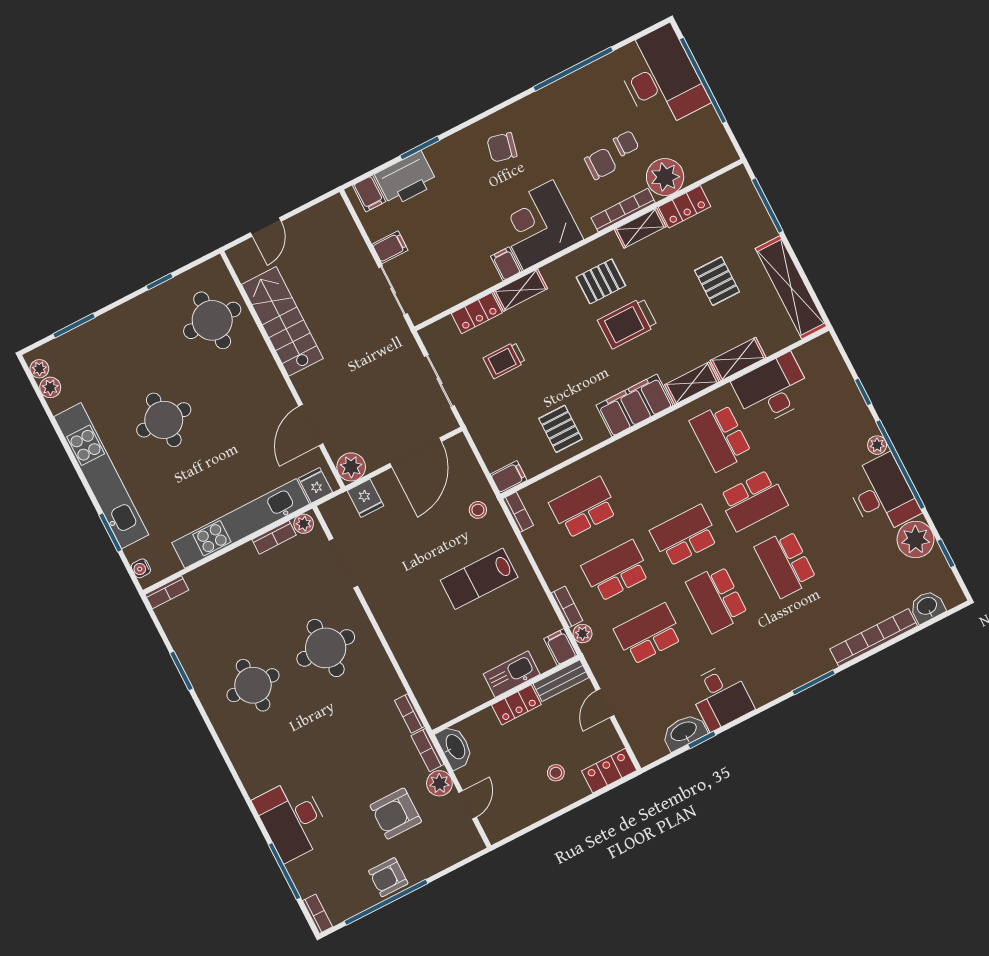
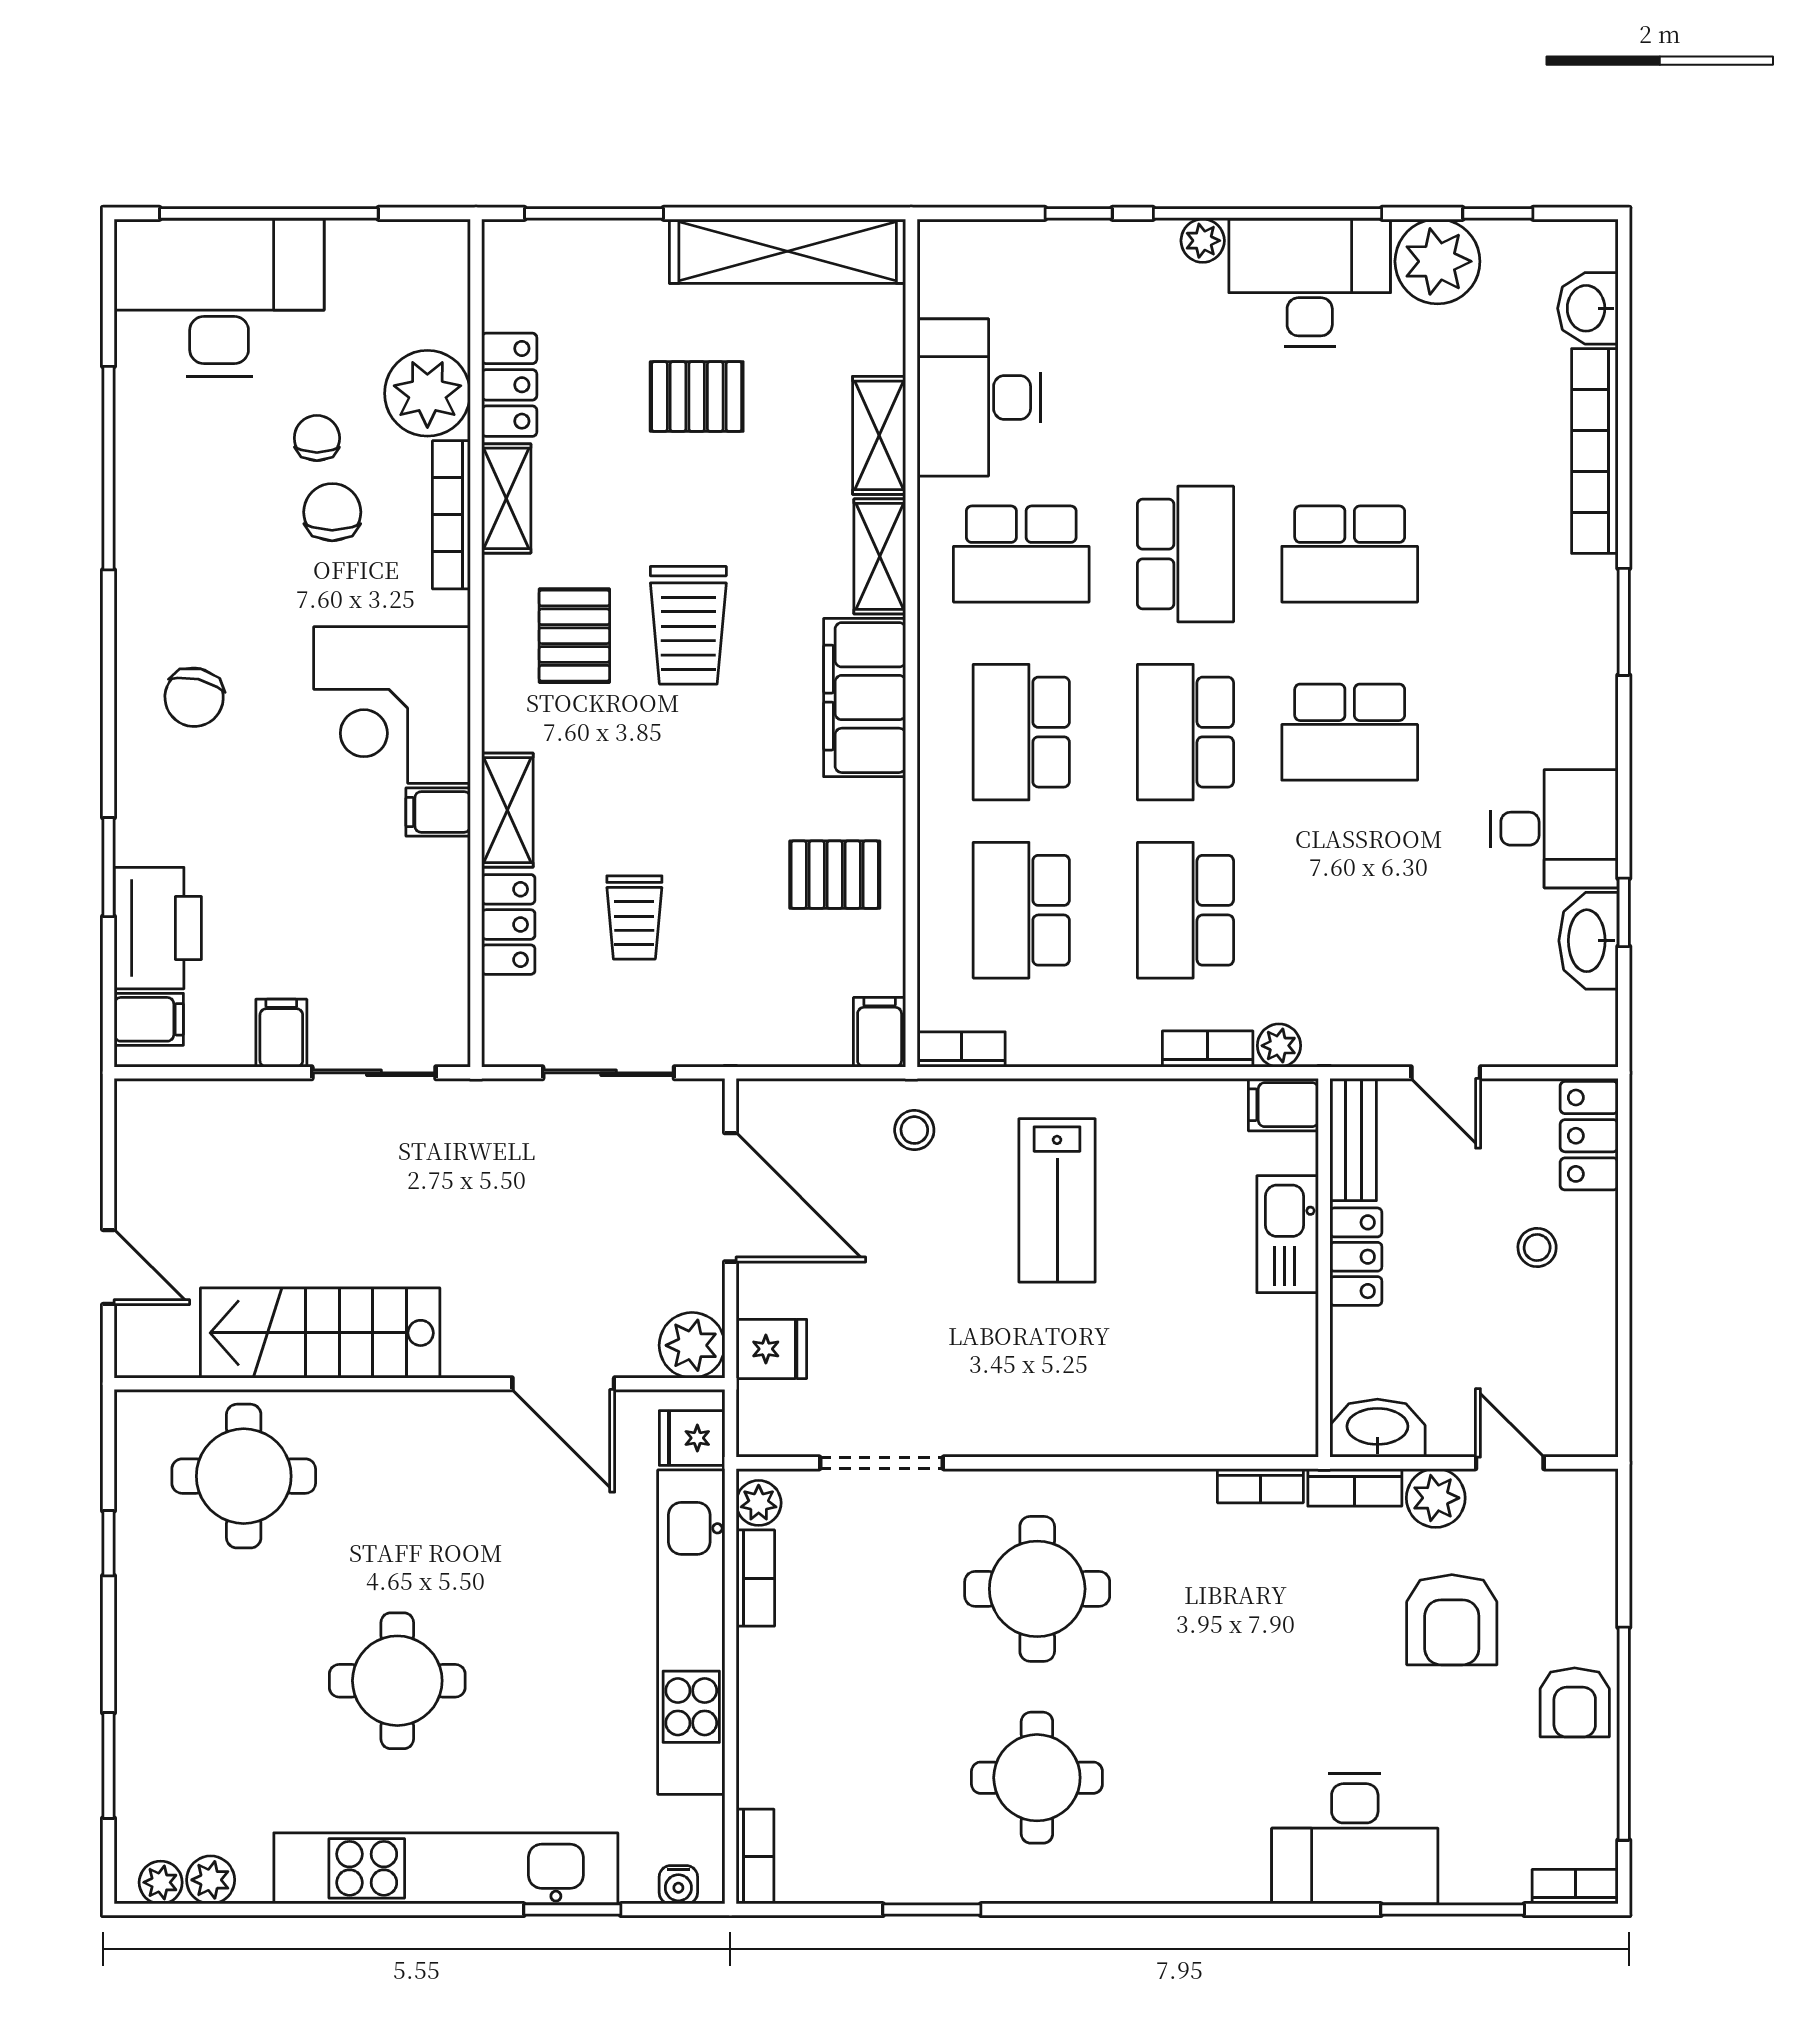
school desk: (649, 634) -> (1021, 732), moved

